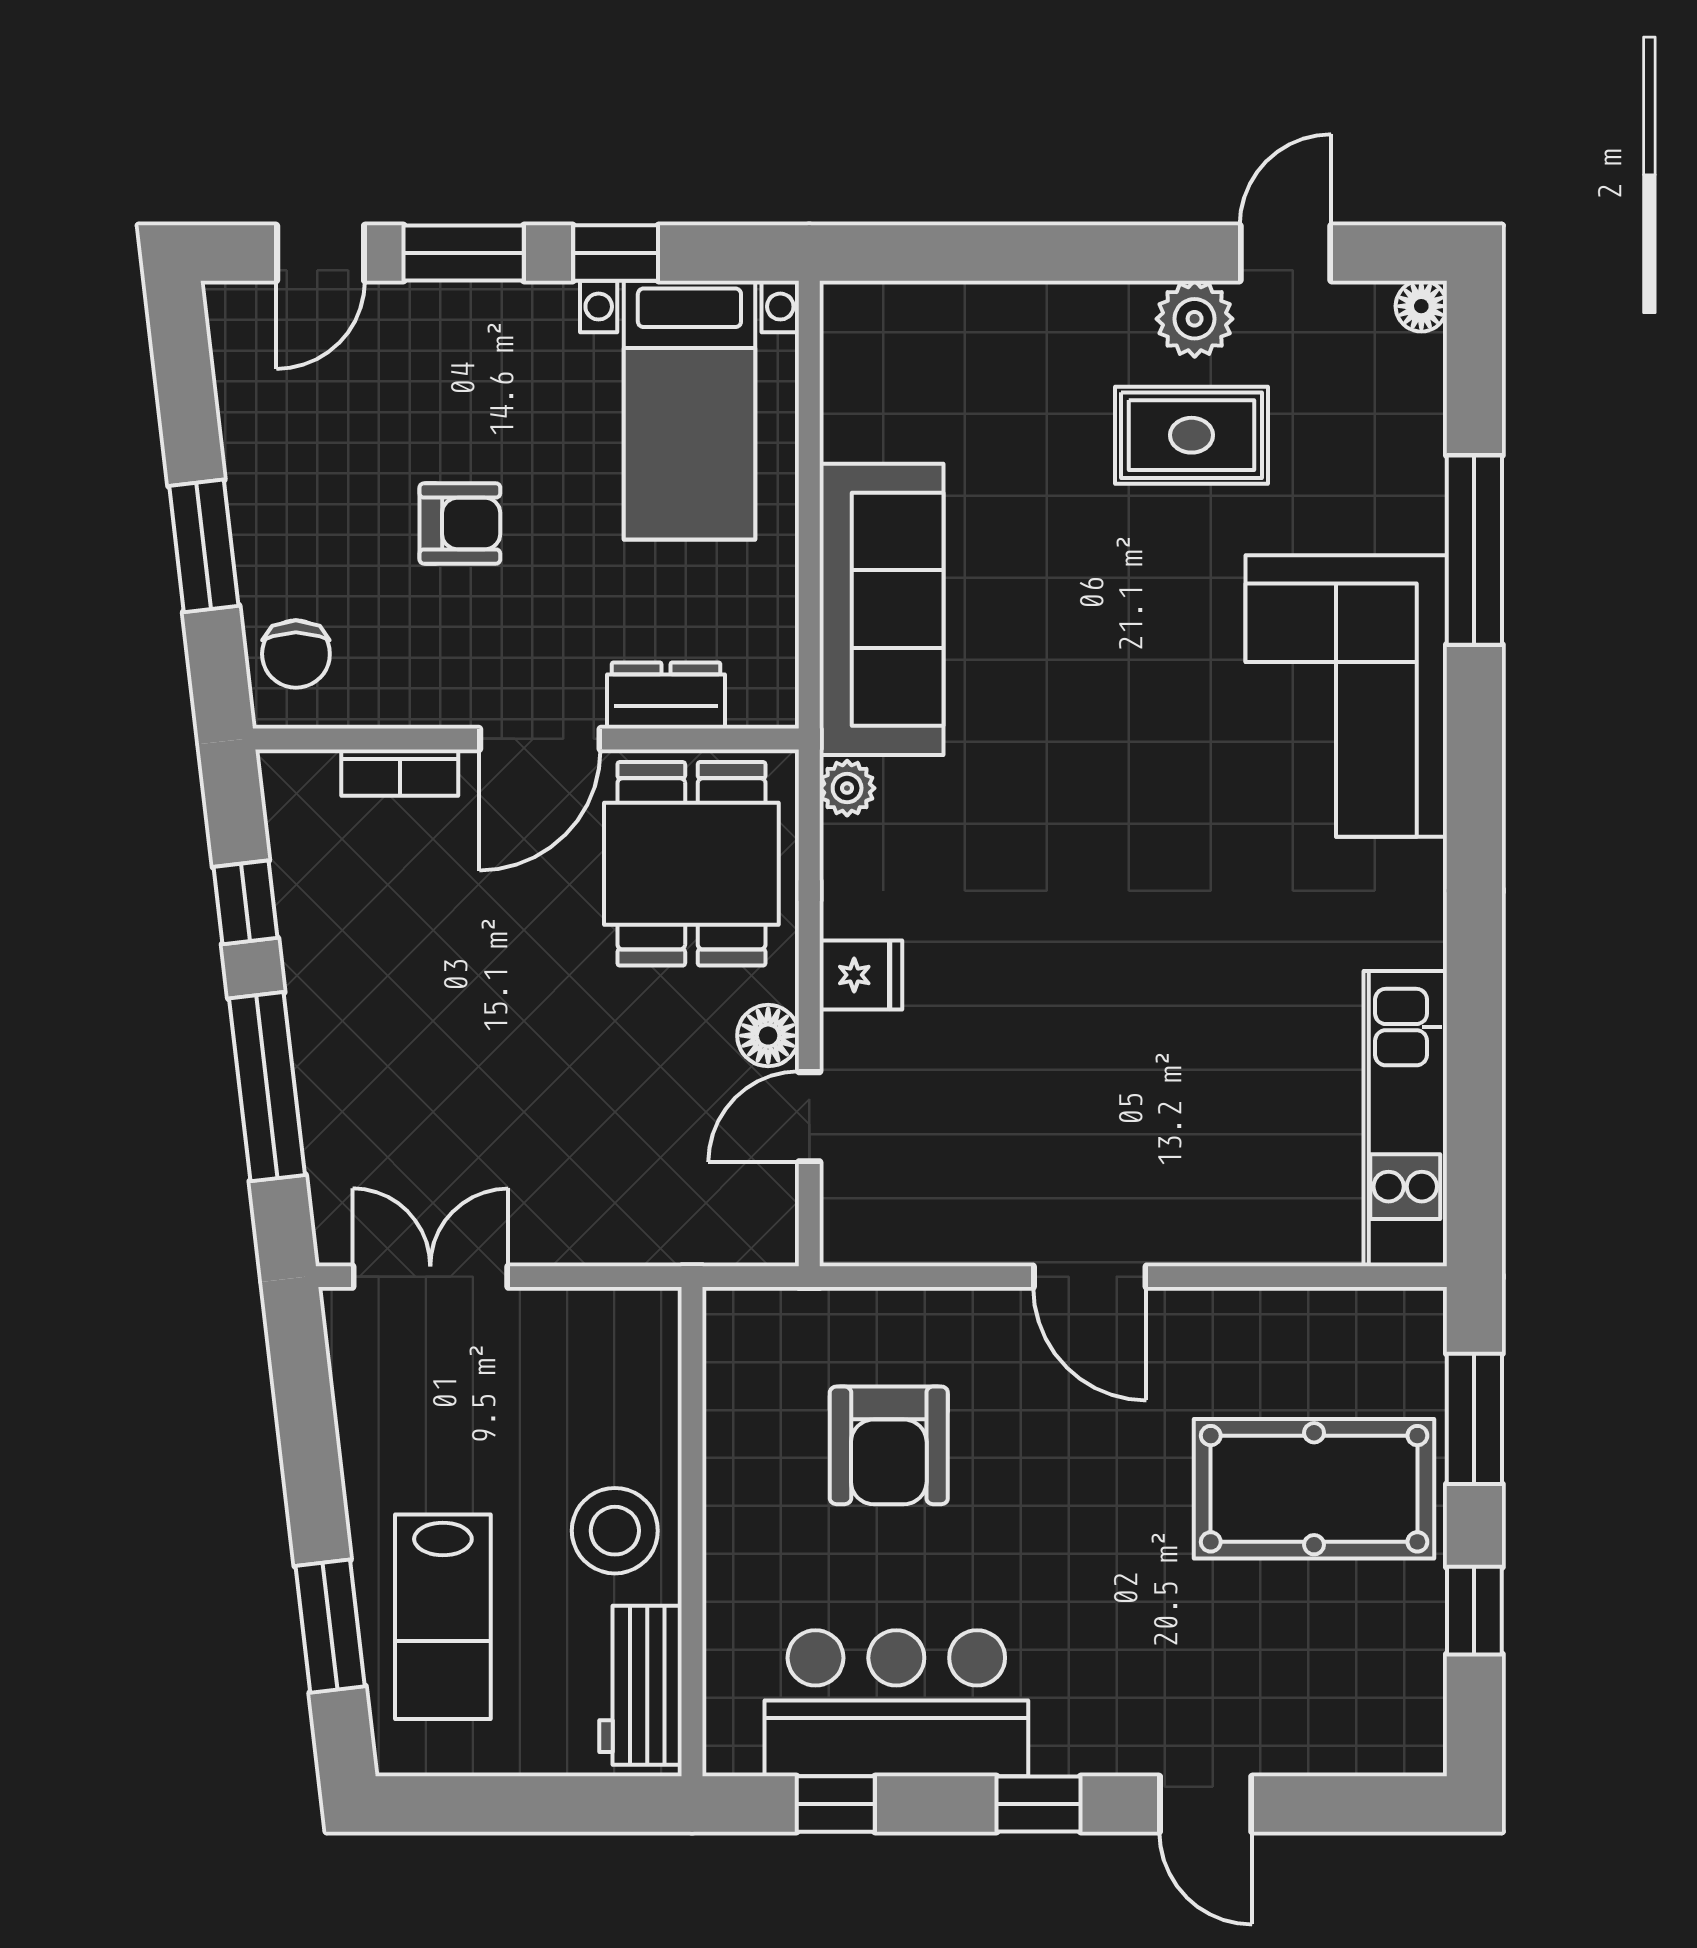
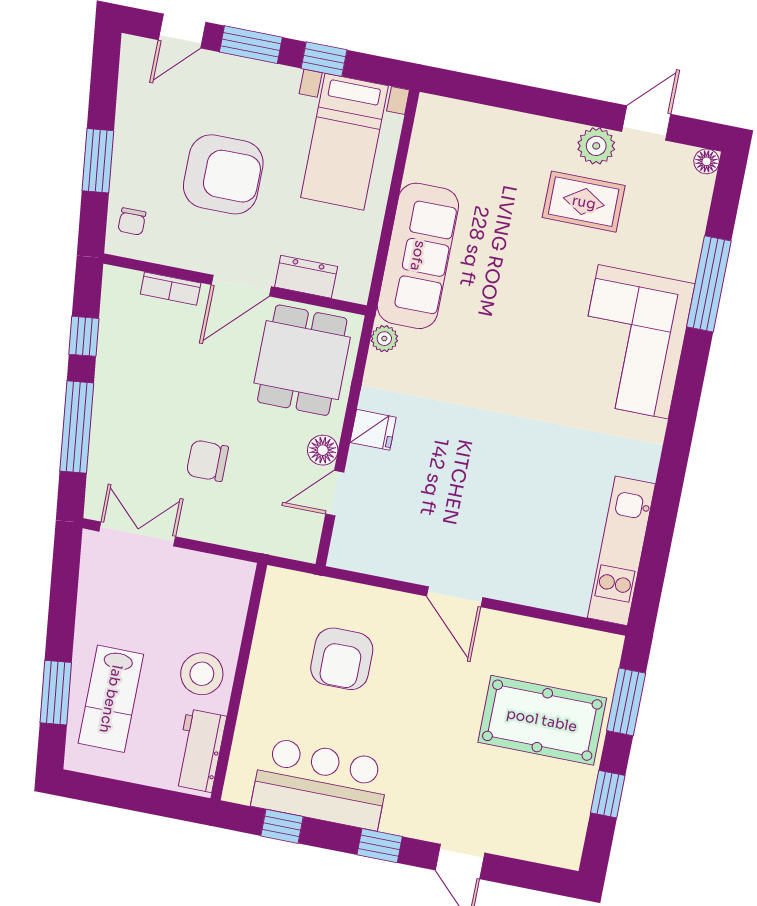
armchair: (460, 523) -> (223, 174), width x1.88, depth x1.88
chair: (296, 654) -> (132, 222), width x0.73, depth x0.73
chair: (542, 1102) -> (207, 461), added

